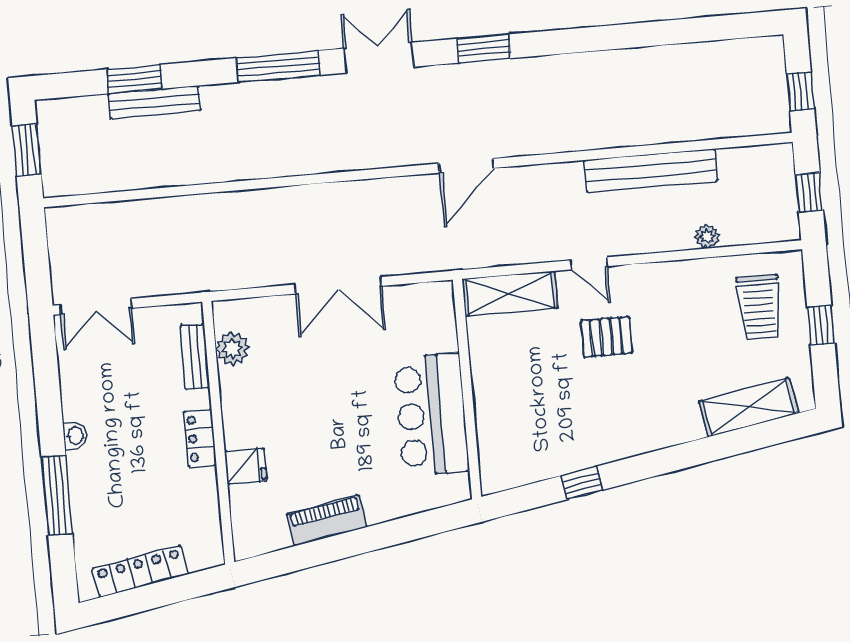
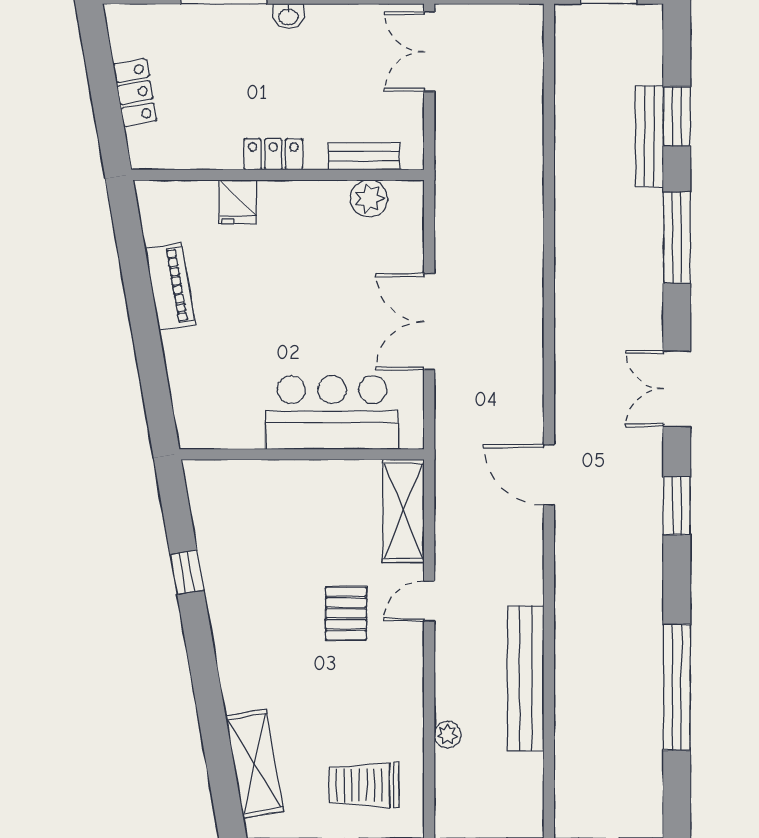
window: (647, 34) -> (677, 687), added
double door: (379, 58) -> (677, 389), swing flipped
window: (278, 66) -> (677, 238), moved
bar counter: (432, 415) -> (332, 412), moved
locker: (140, 571) -> (135, 93), width x0.66

